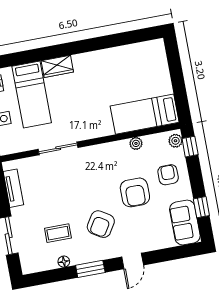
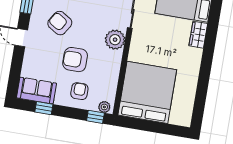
bed: (145, 114) -> (147, 92), width x2.04
plant: (136, 143) -> (115, 40), moved, width x1.87, depth x1.87
armchair: (168, 175) -> (79, 91), turned -90

